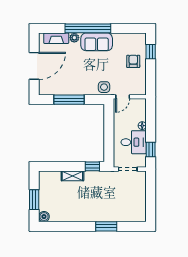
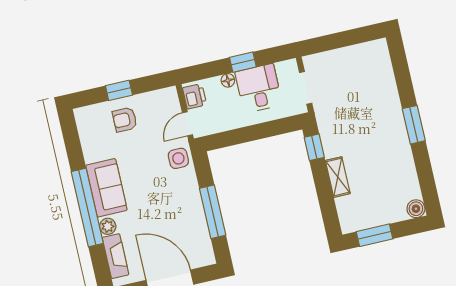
window: (151, 52) -> (119, 90), moved
door: (123, 97) -> (187, 124), swing flipped
printer: (137, 104) -> (194, 96), added
window: (151, 149) -> (243, 62), moved
window: (34, 200) -> (375, 235), moved
window: (106, 226) -> (414, 125), moved

